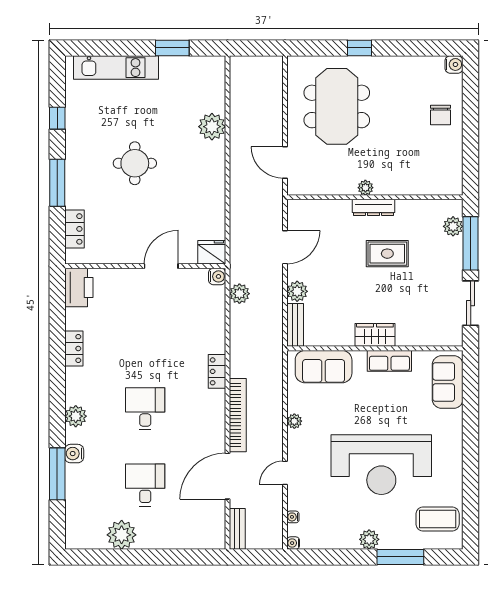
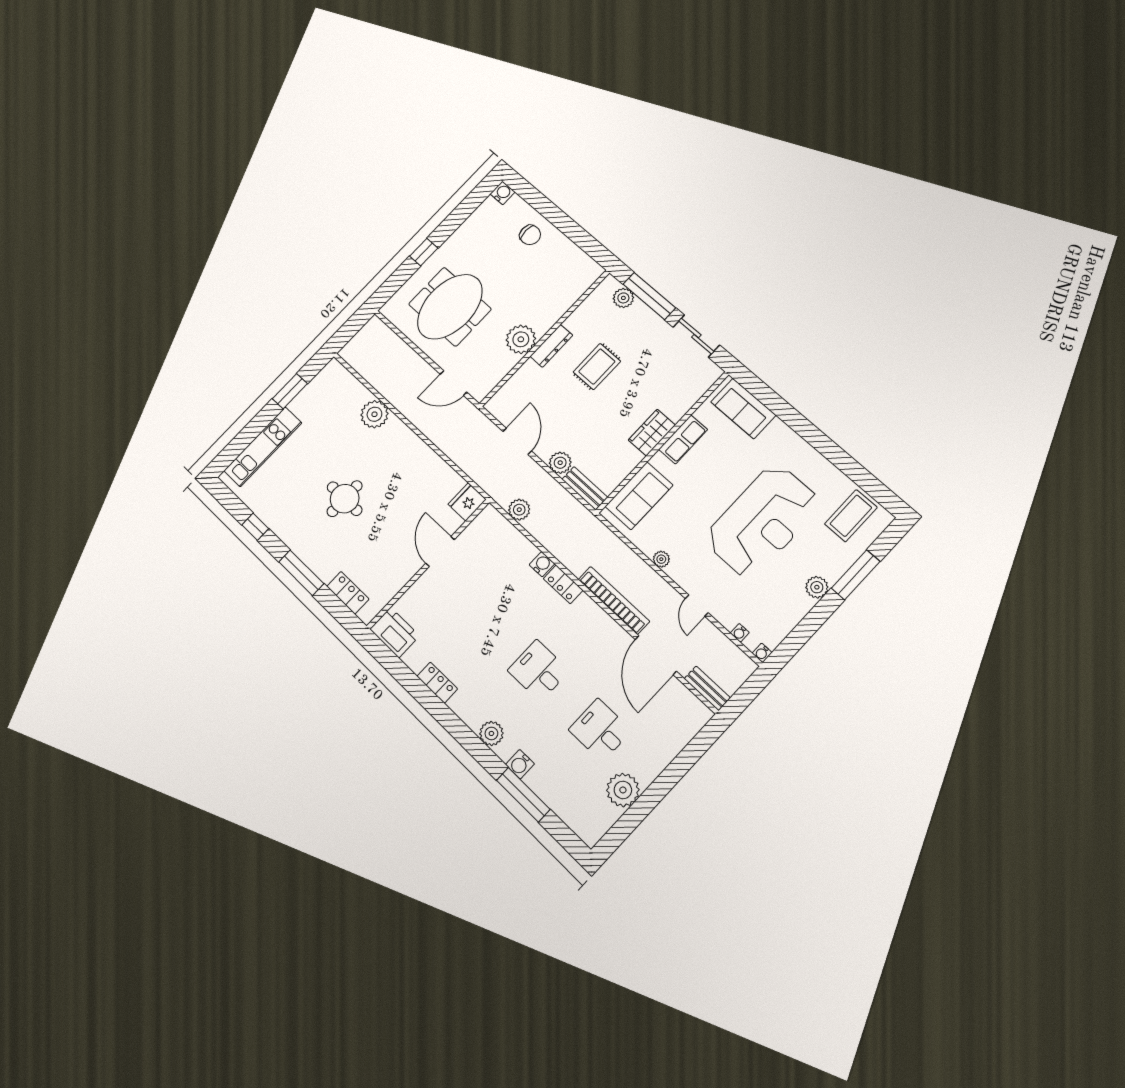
meeting table: (337, 106) -> (450, 307), turned 90
plant: (365, 188) -> (521, 339), width x1.88, depth x1.88
water cooler: (217, 276) -> (542, 564), moved

